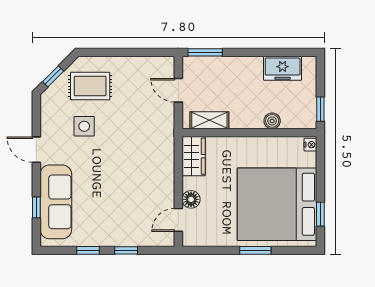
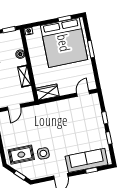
rug: (90, 86) -> (21, 155), turned 90
shelving: (209, 120) -> (24, 76), moved
floor lamp: (191, 199) -> (71, 89), removed
door: (178, 220) -> (83, 93), swing flipped

